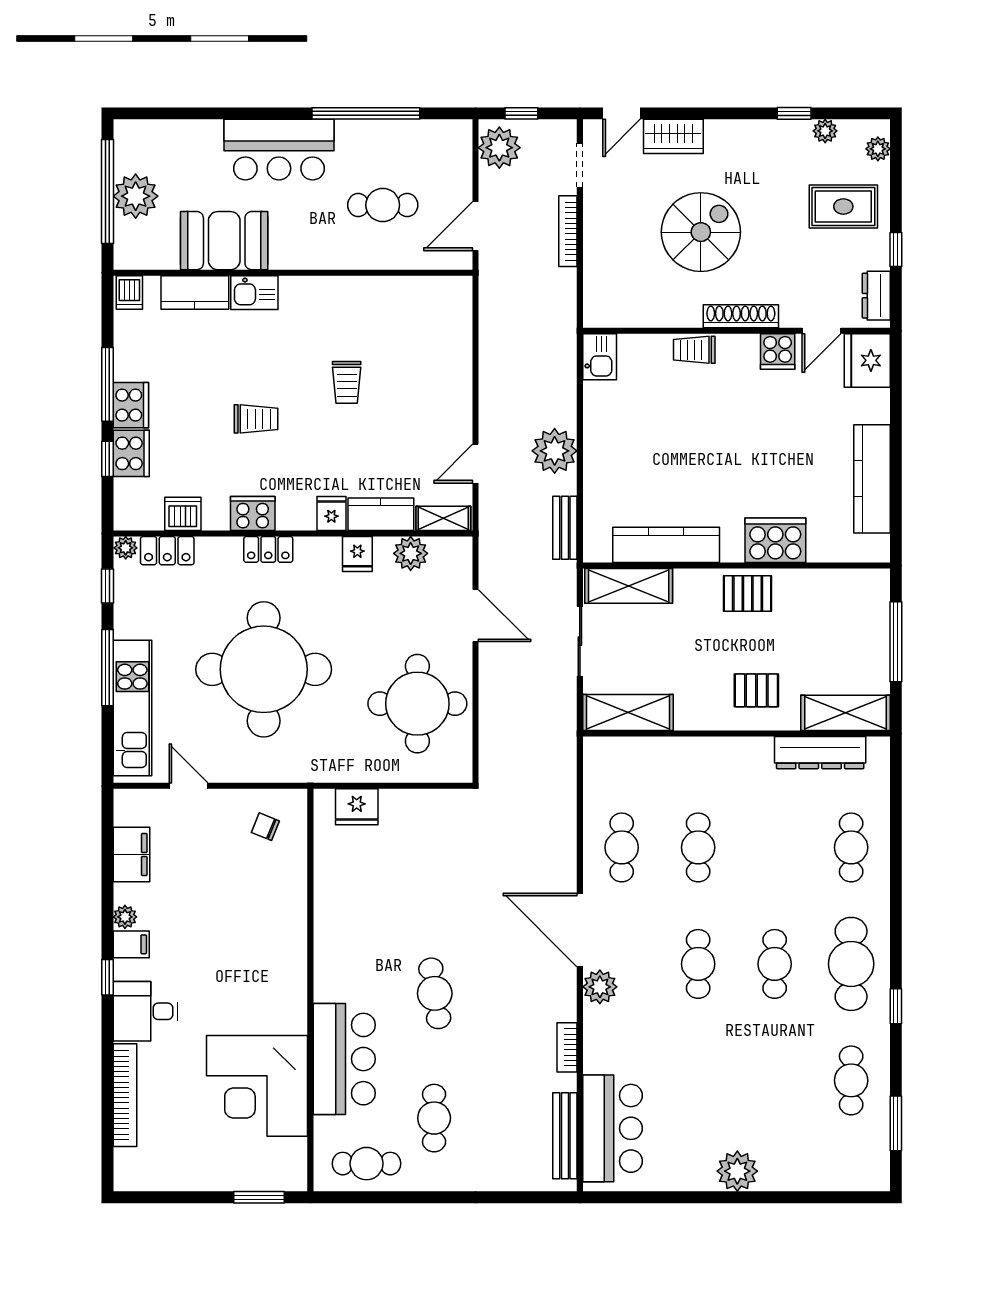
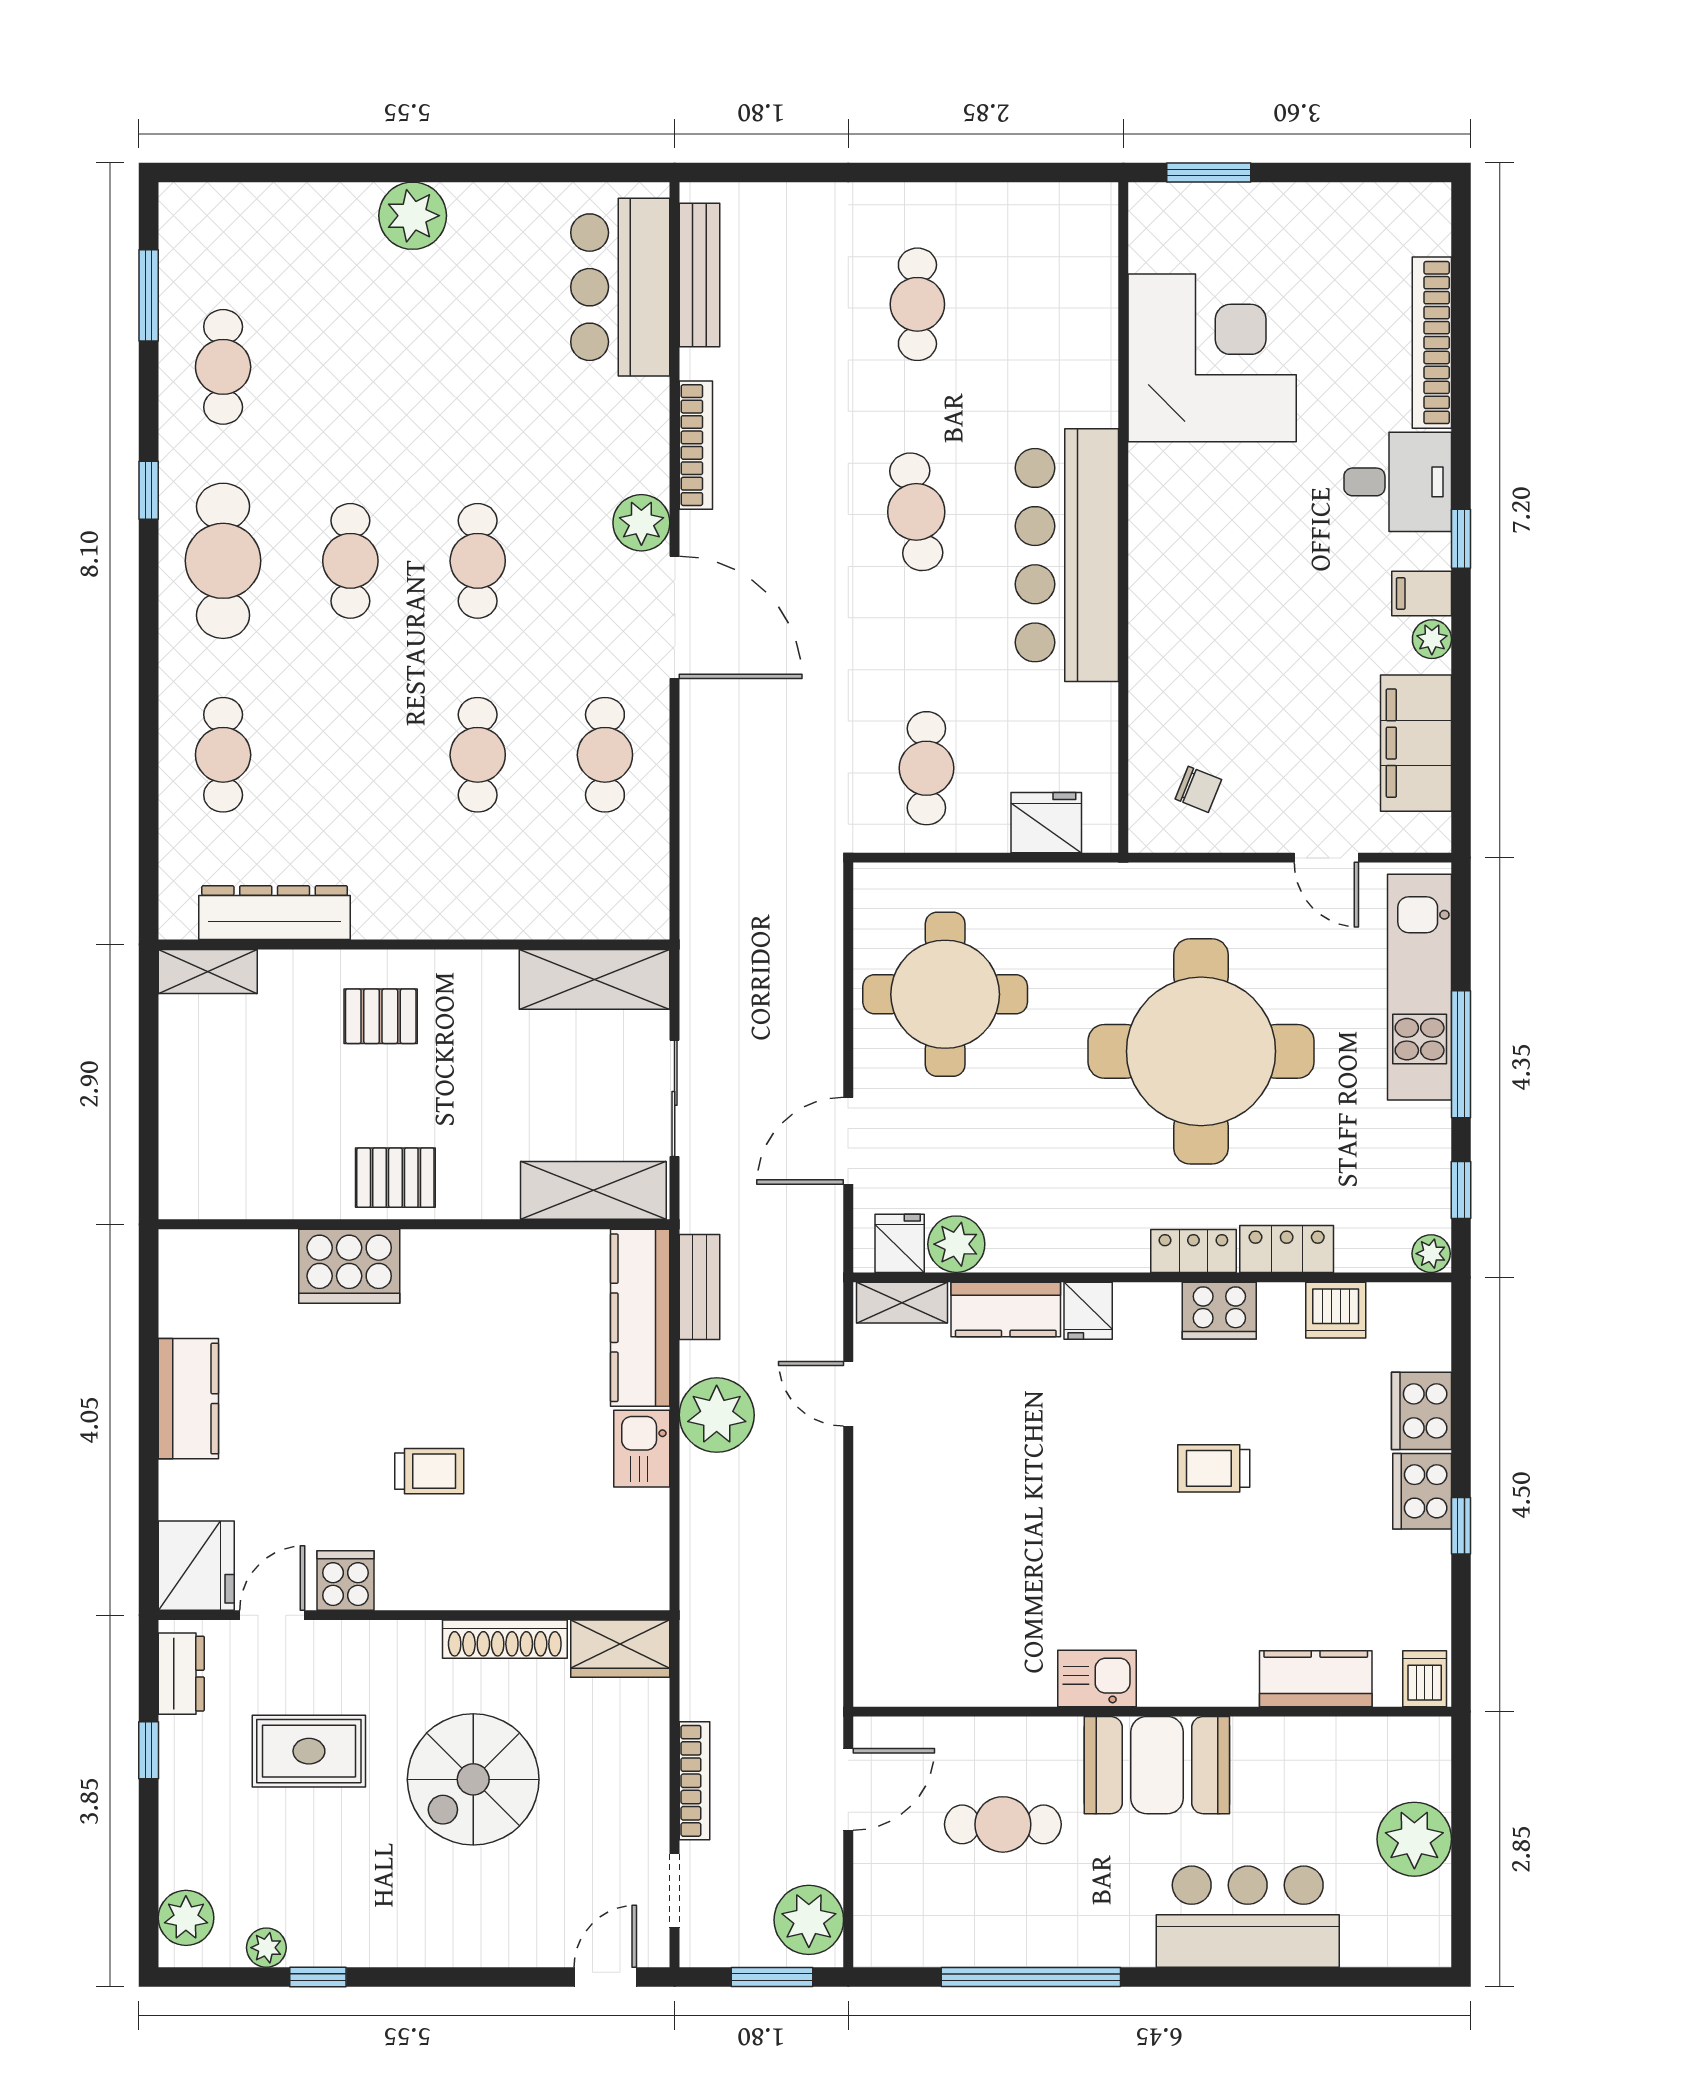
window: (521, 113) -> (772, 1977), width x1.50
wardrobe: (673, 136) -> (620, 1649), moved, turned 180
plant: (878, 149) -> (186, 1918), width x1.38, depth x1.38
bar counter: (279, 150) -> (1248, 1917), moved
window: (107, 191) -> (1461, 1847), removed
rug: (843, 206) -> (309, 1751), moved
booth: (224, 241) -> (1157, 1765), moved
kitchen sink: (254, 293) -> (1097, 1678), moved
shoe rack: (741, 316) -> (505, 1639), moved
trolley: (694, 350) -> (429, 1471), moved
kitchen sink: (600, 357) -> (642, 1449), moved
trolley: (347, 382) -> (1063, 1529), removed
window: (107, 384) -> (1461, 1526), width x0.46
window: (107, 459) -> (1461, 1402), removed
door: (476, 464) -> (848, 1394), swing flipped
kitchen counter: (872, 479) -> (188, 1399), width x0.67
kitchen counter: (666, 545) -> (640, 1318), moved, turned 90
locker: (167, 551) -> (1287, 1249), moved
fridge: (357, 554) -> (900, 1243), moved
door: (476, 616) -> (848, 1141), hinge flipped
window: (896, 642) -> (149, 1097), removed
shelving: (845, 713) -> (208, 972), width x0.67, depth x0.75
filing cabinet: (131, 854) -> (1416, 743), width x1.50, depth x1.17
bookcase: (567, 1047) -> (696, 445), width x1.56
bar counter: (344, 1059) -> (1067, 555), moved, width x1.36
cafe table: (367, 1164) -> (926, 768), moved, turned 90

